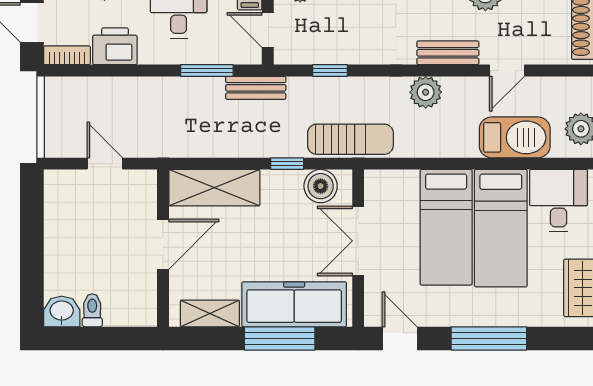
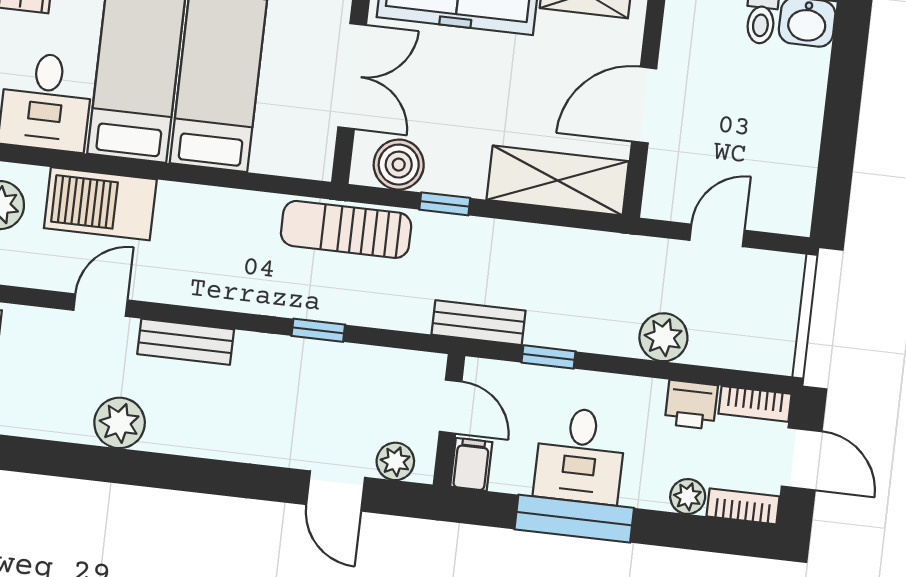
printer: (115, 46) -> (691, 405), width x0.73, depth x0.81
window: (207, 70) -> (549, 357), width x0.67
window: (330, 70) -> (318, 330), moved
plant: (426, 92) -> (663, 337), moved
door: (105, 164) -> (717, 235), swing flipped

